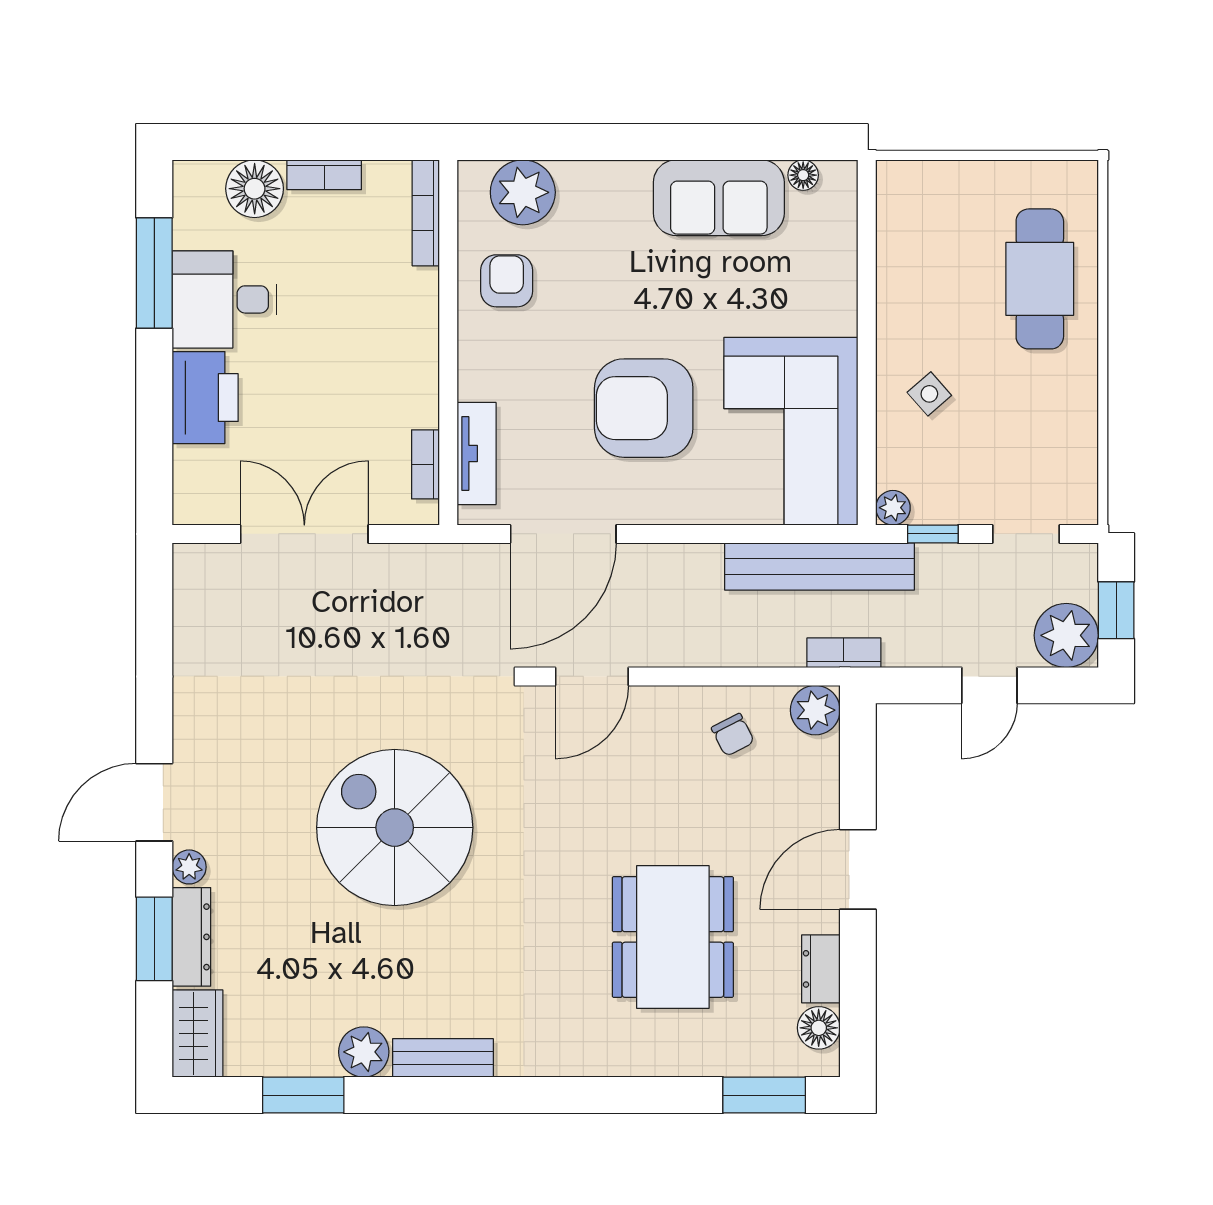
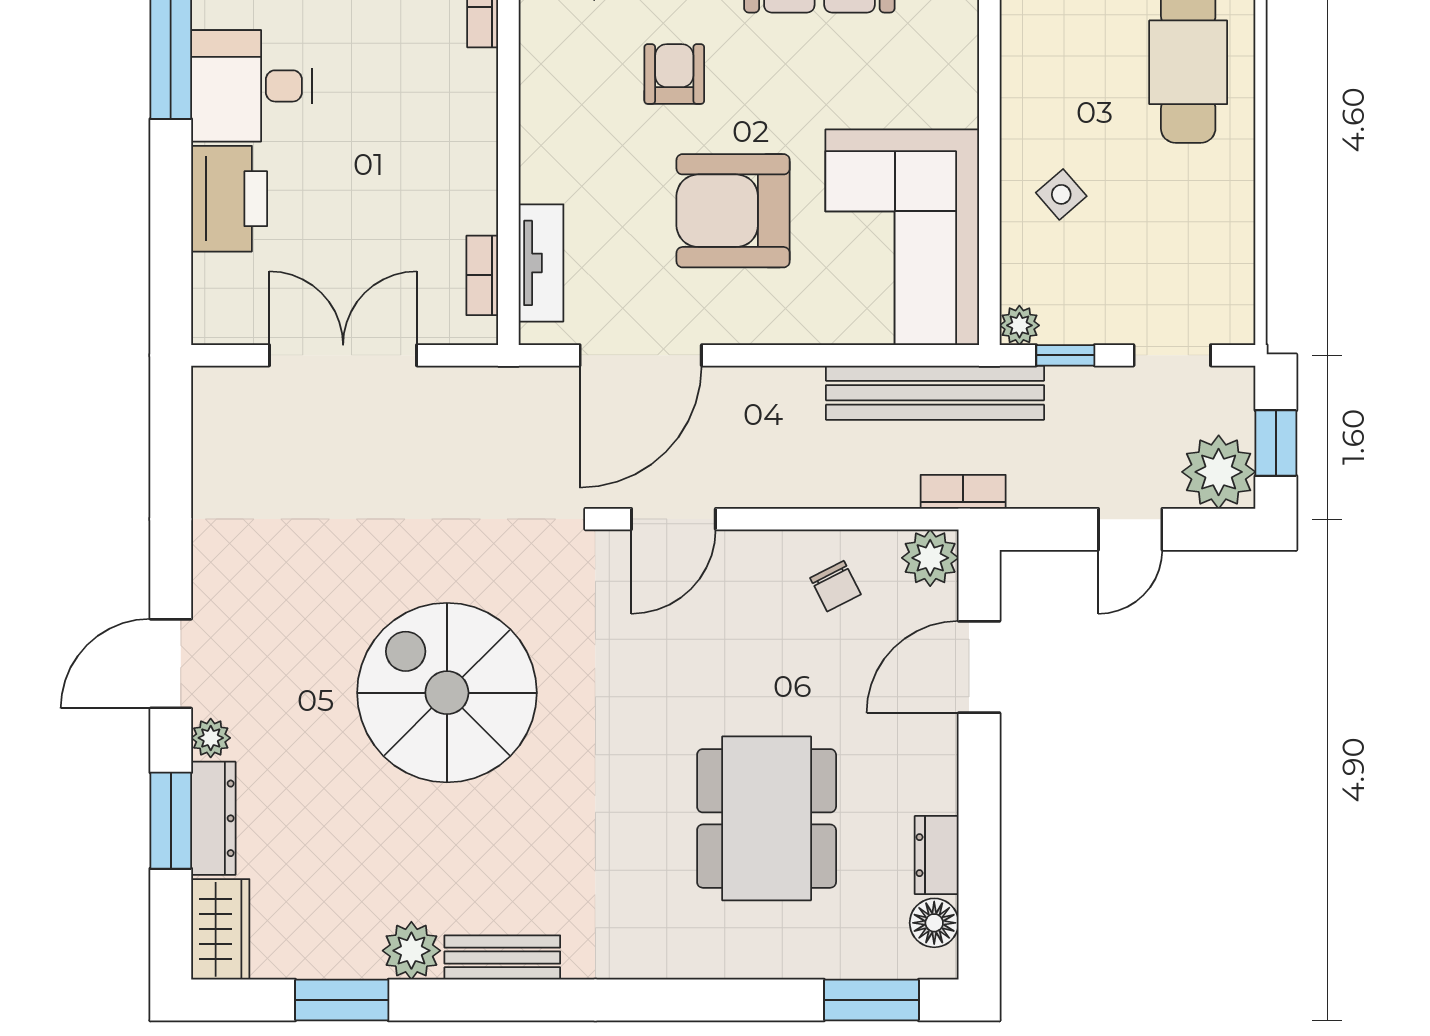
armchair: (507, 281) -> (674, 74), moved
door: (858, 869) -> (979, 667), moved

